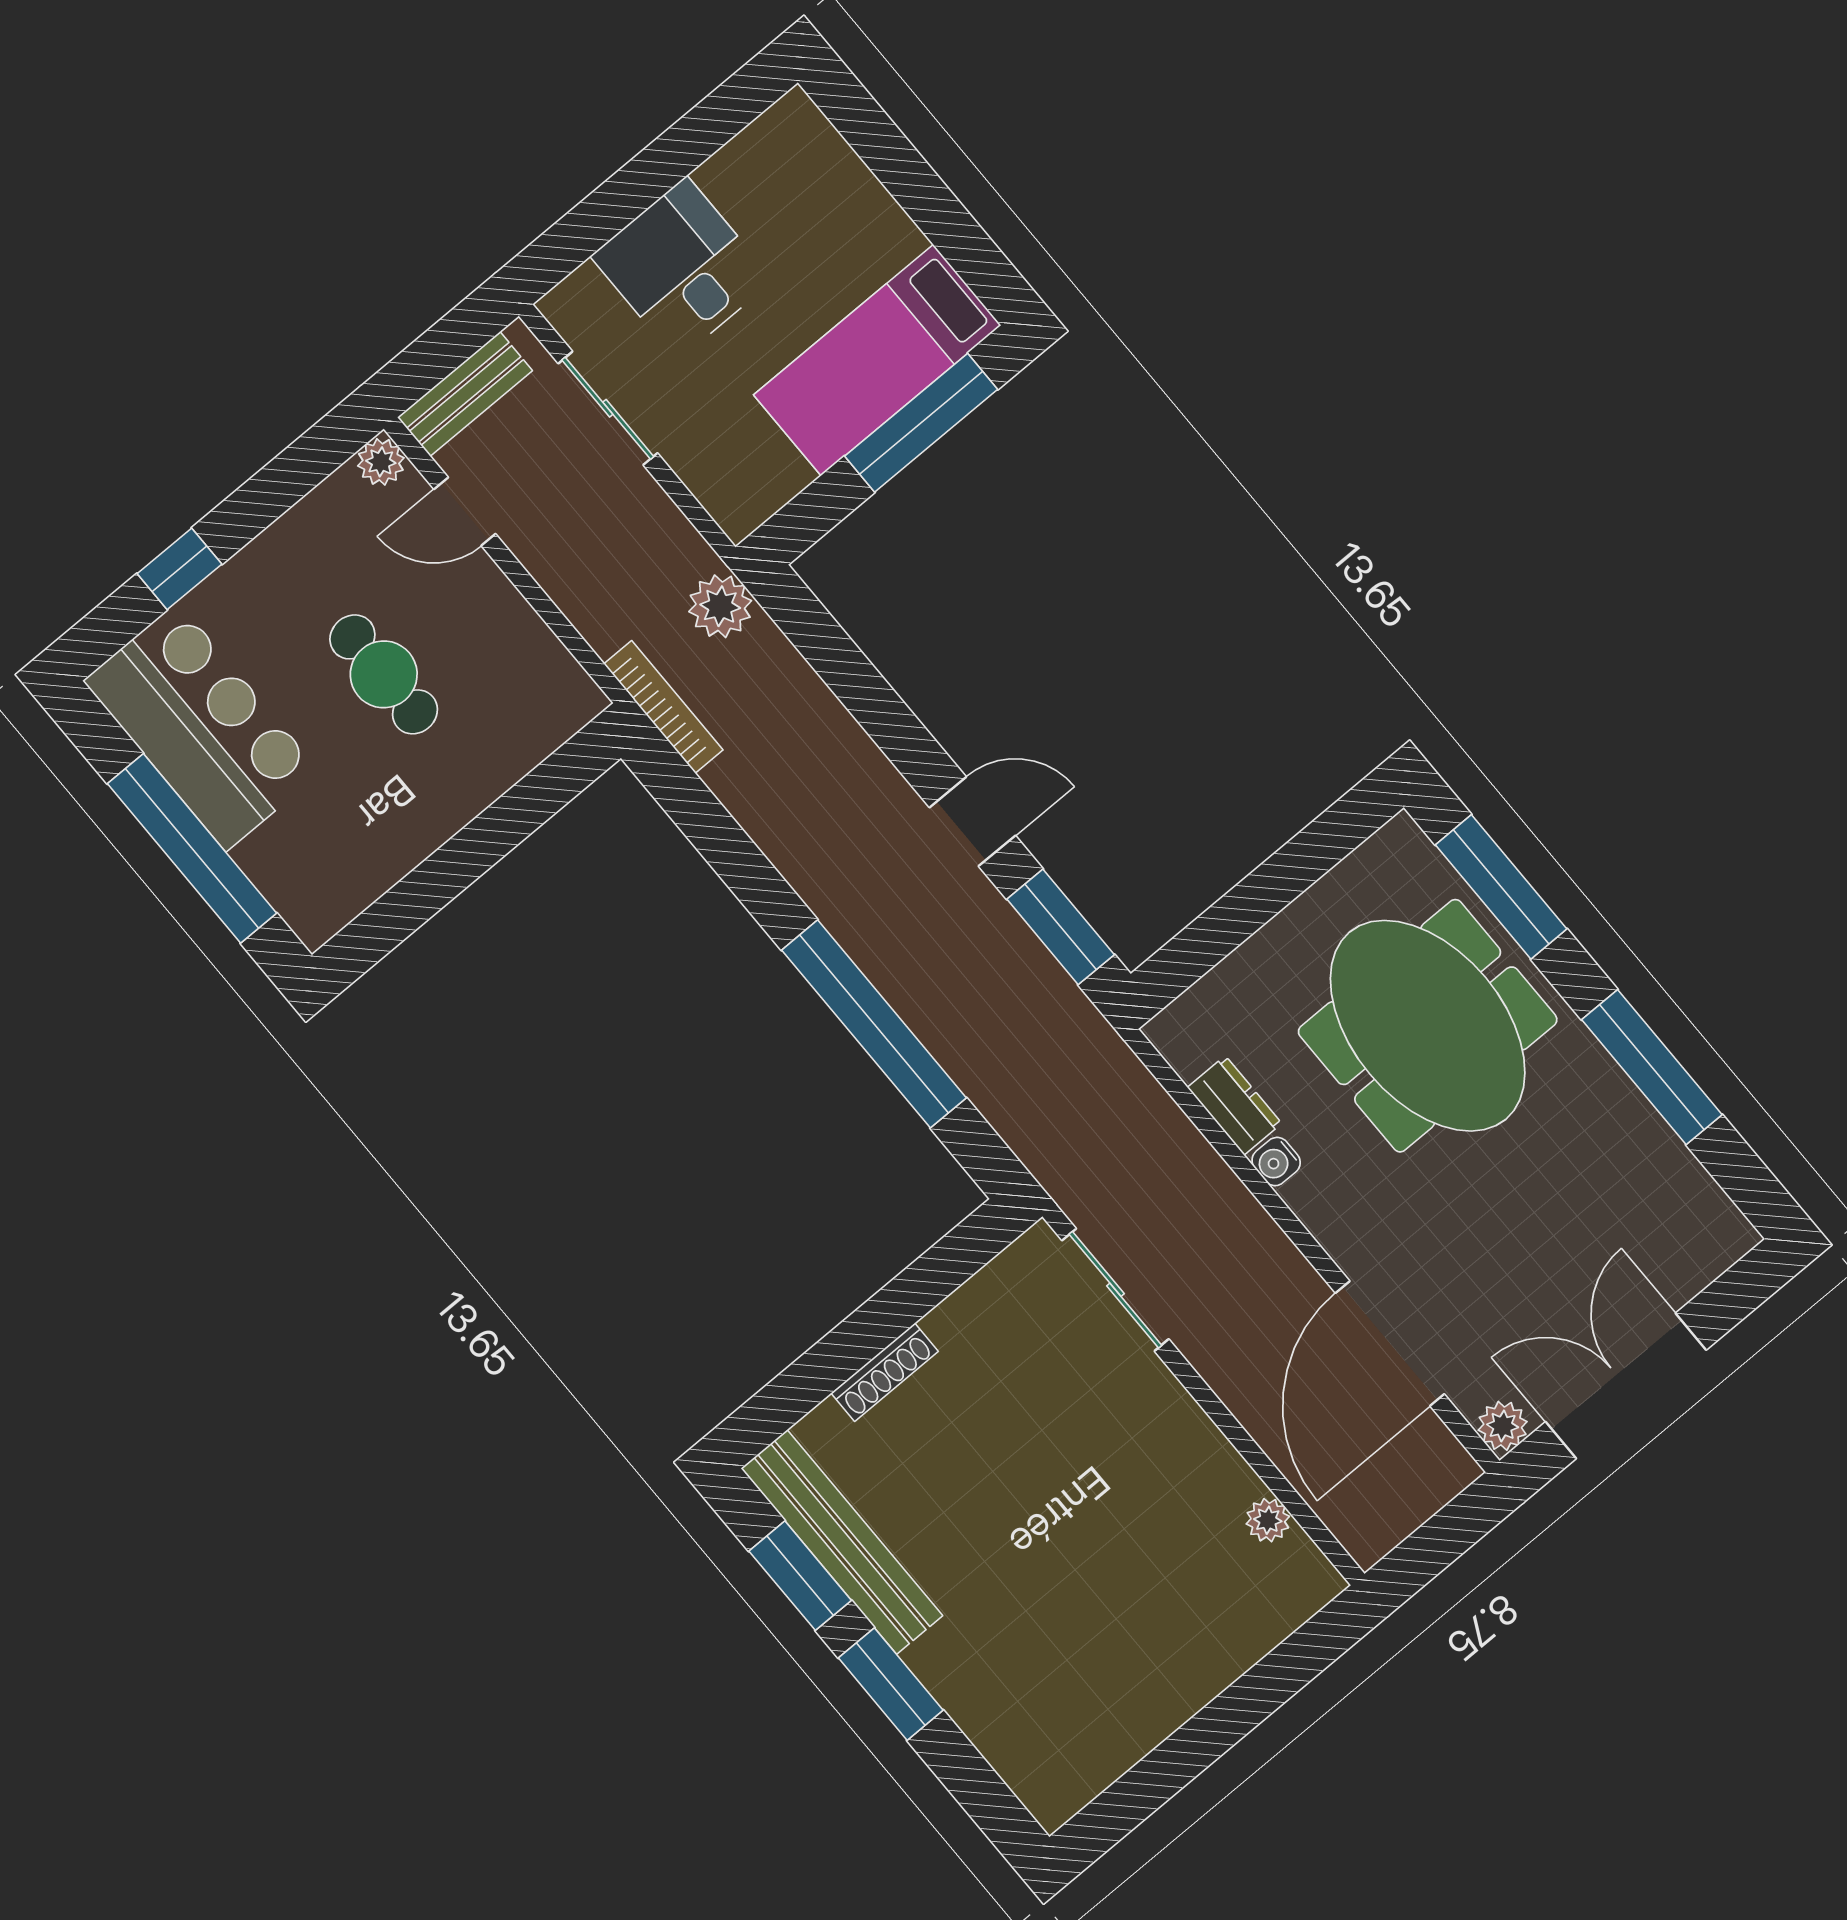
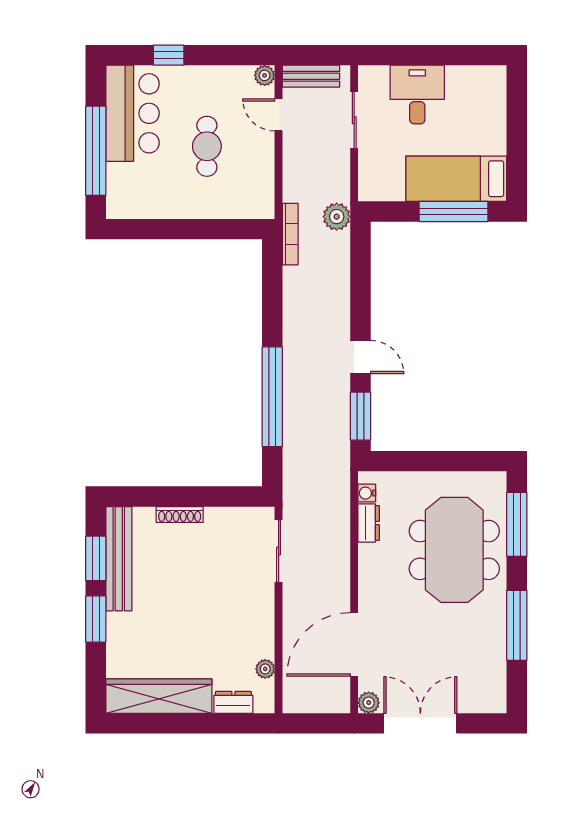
water cooler: (1276, 1162) -> (367, 493), moved
dresser: (1261, 1627) -> (233, 702), added
wardrobe: (1118, 1727) -> (159, 696), added

